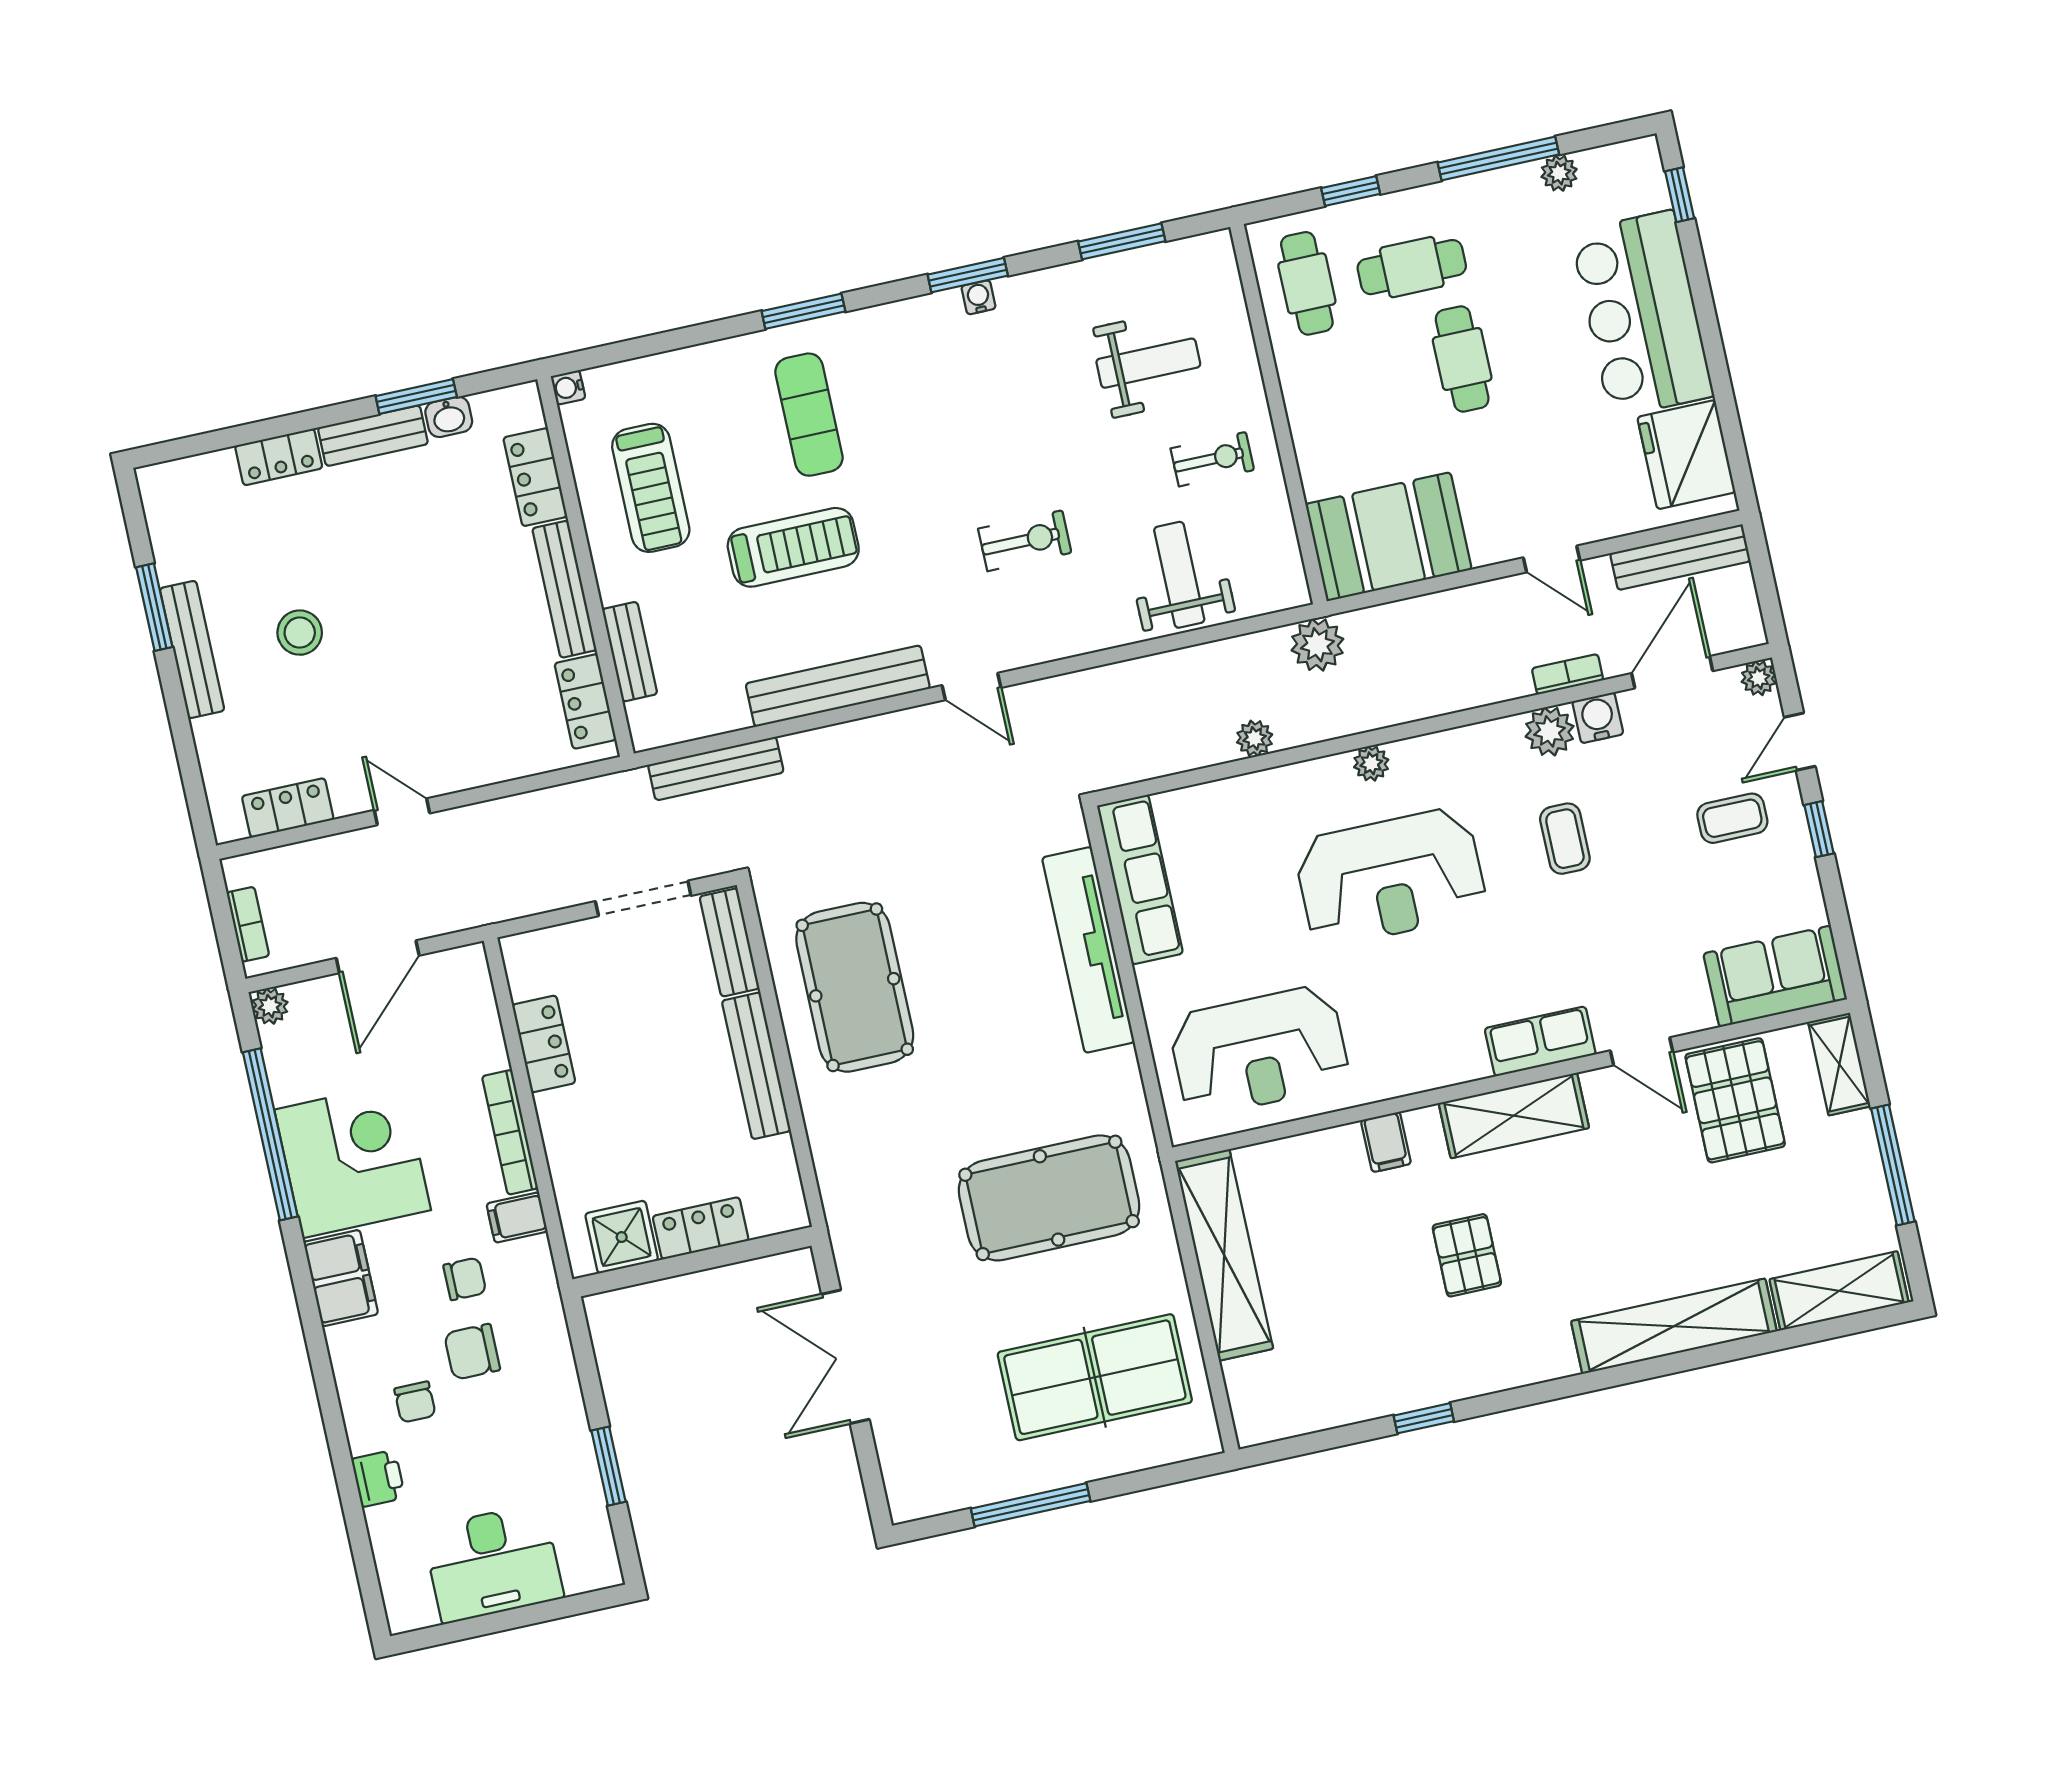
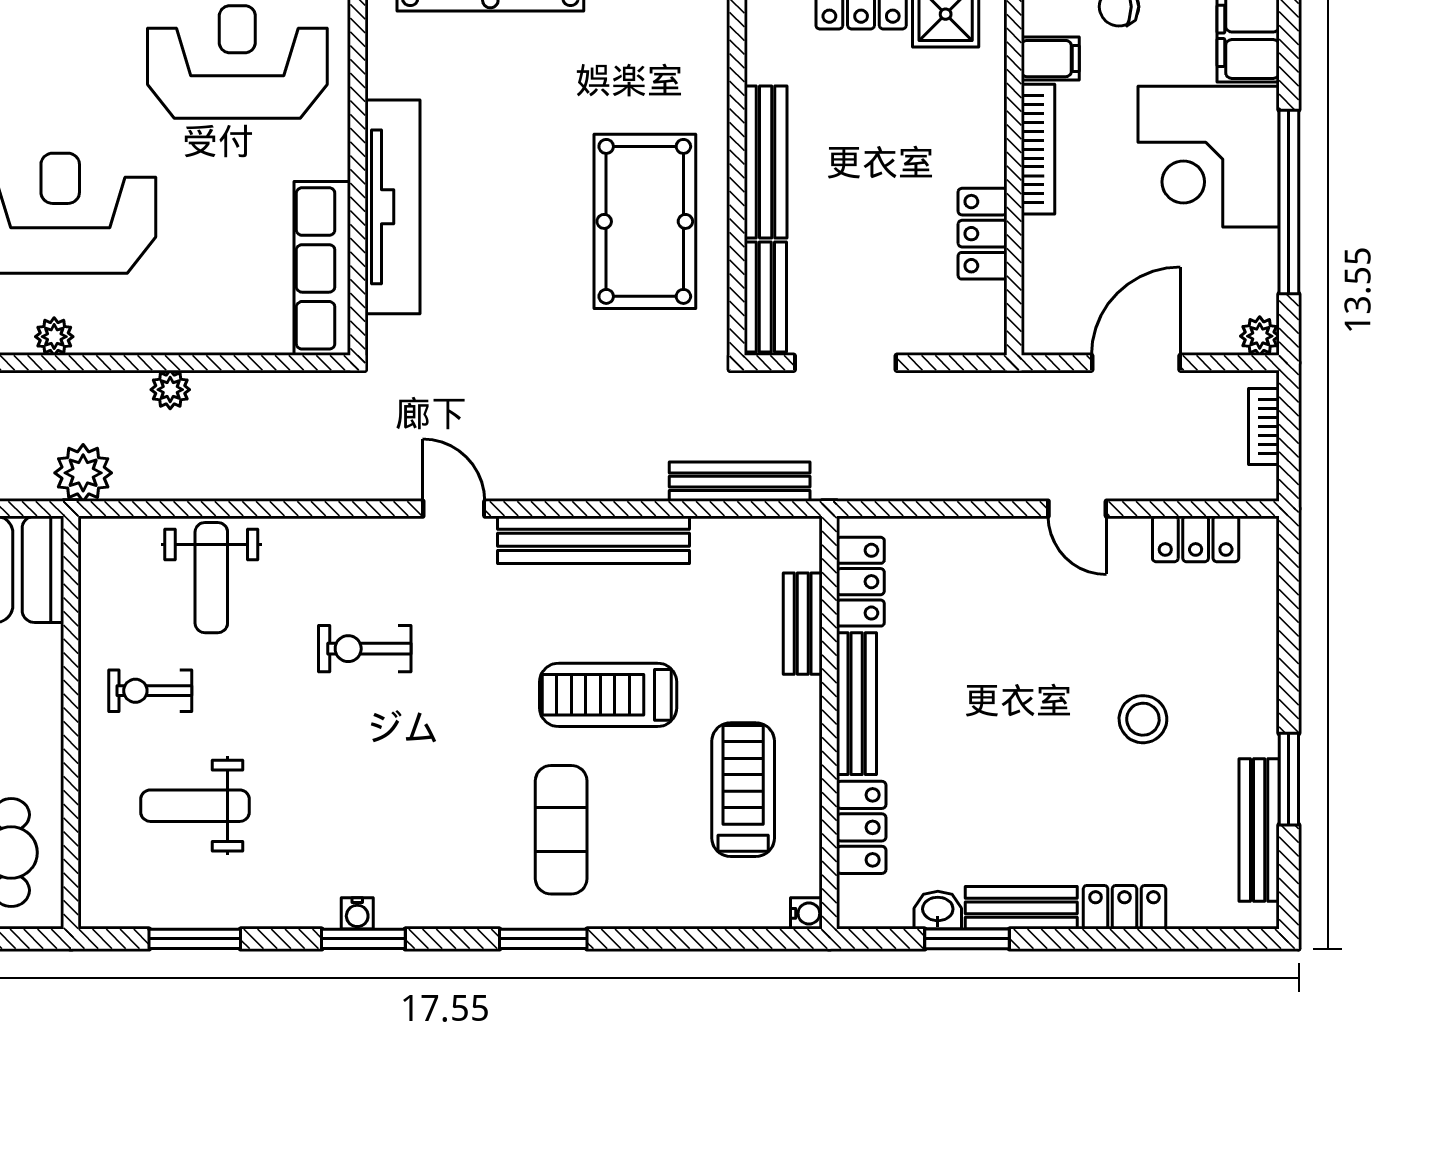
bench: (192, 649) -> (1259, 830), moved

